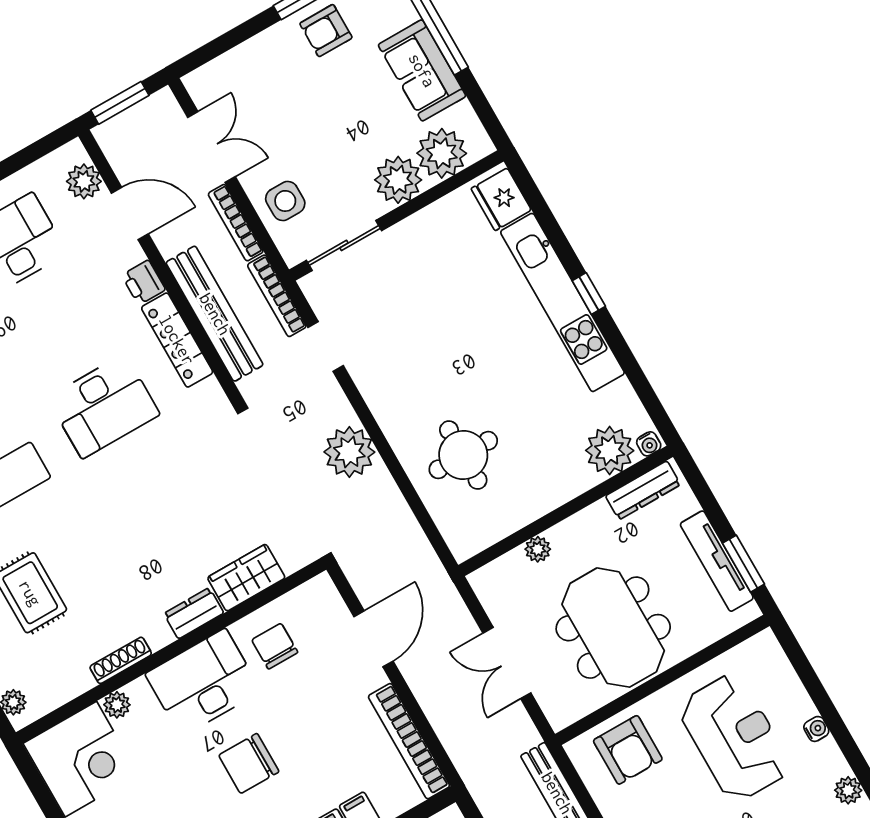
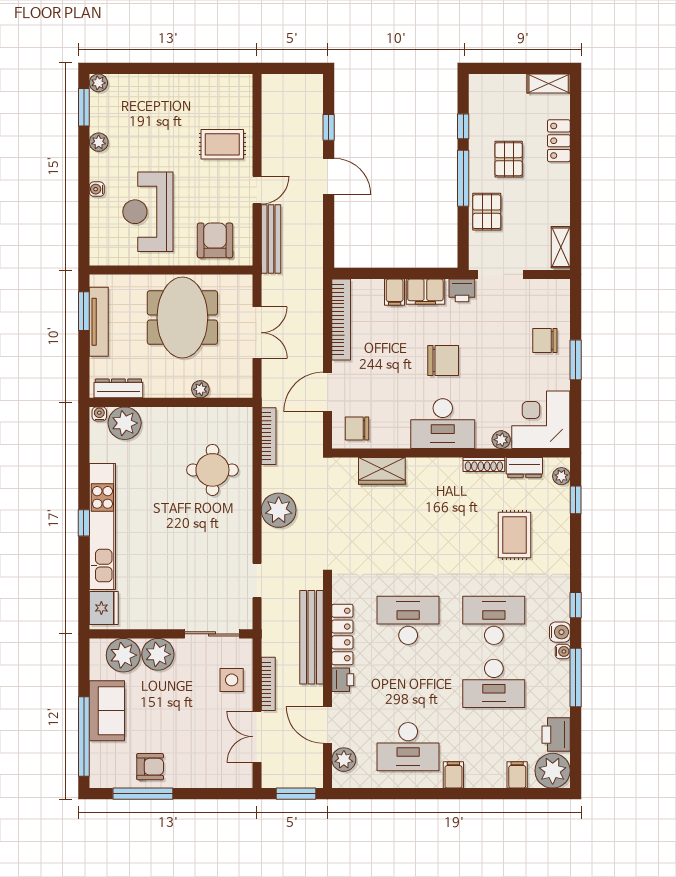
bookcase: (277, 296) -> (269, 436), moved
dresser: (194, 613) -> (524, 468), moved
chair: (275, 646) -> (357, 428), moved, turned 90

